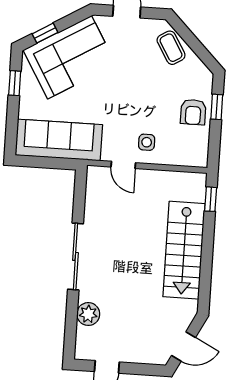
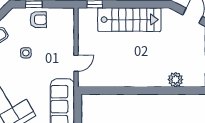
side table: (147, 142) -> (26, 53), moved
sliding door: (75, 256) -> (138, 91), removed

